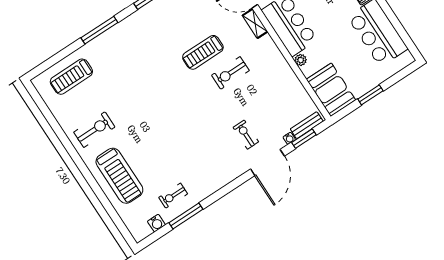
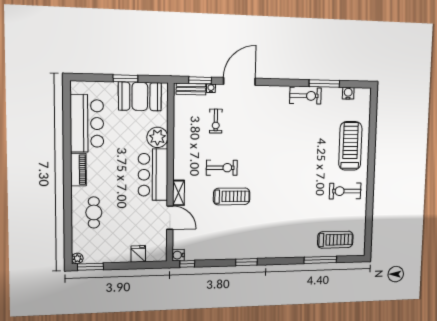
window: (99, 30) -> (320, 260), moved
plant: (301, 60) -> (157, 137), width x1.88, depth x1.88
booth: (331, 90) -> (140, 96), moved, turned 90
exercise bike: (246, 135) -> (216, 121), moved
exercise bike: (173, 196) -> (305, 96), moved, width x1.38, depth x1.39

